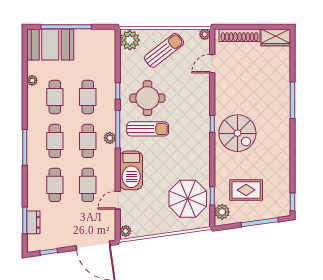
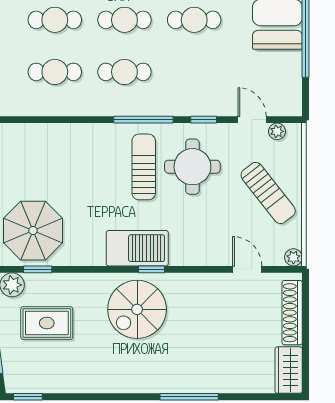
plant: (130, 40) -> (277, 131), width x0.53, depth x0.53
cafe table: (88, 97) -> (194, 72), removed
sun lounger: (148, 129) -> (144, 167), turned 180
plant: (110, 138) -> (129, 107), removed
barbecue: (131, 170) -> (137, 248), moved, turned 180
rug: (246, 190) -> (47, 323), turned 90
door: (118, 200) -> (252, 120), moved

